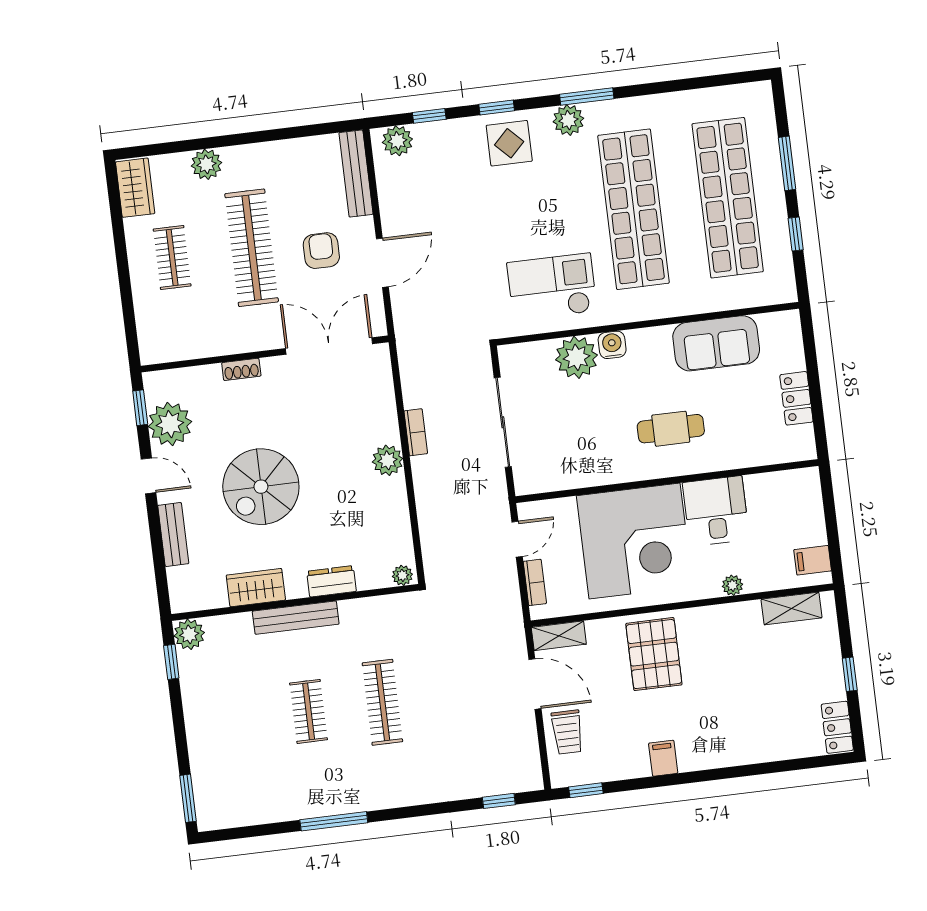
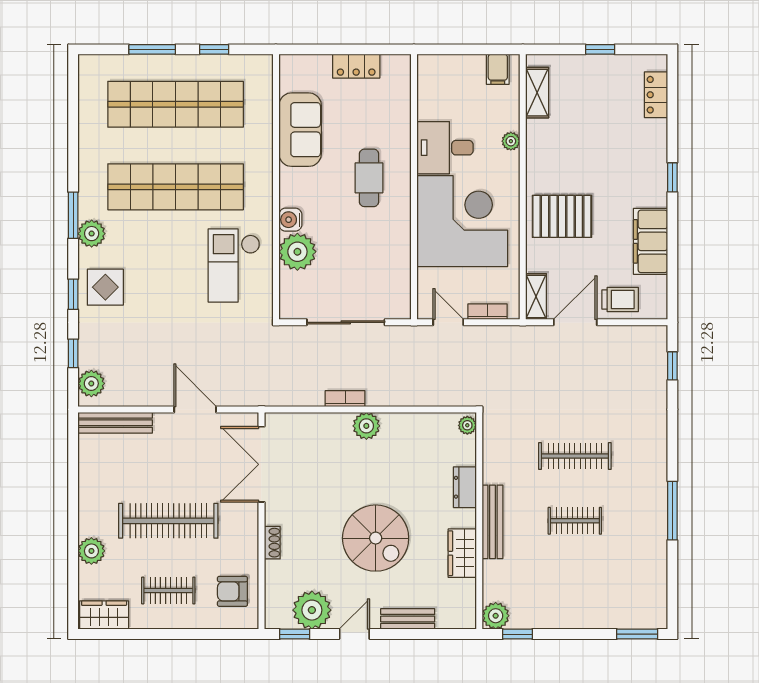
armchair: (321, 251) -> (232, 591), moved
locker: (837, 727) -> (656, 95), moved, turned 90
filing cabinet: (663, 758) -> (650, 241), width x3.00, depth x1.17
window: (586, 790) -> (672, 177), moved

